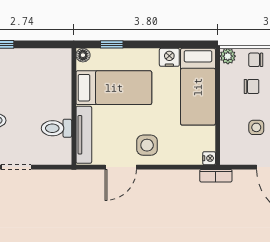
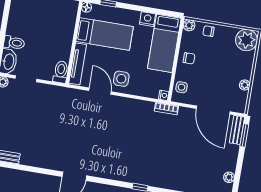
chair: (251, 86) -> (189, 58), moved
side table: (256, 127) -> (182, 87), moved
toilet: (56, 128) -> (61, 72), moved, turned 90
door: (121, 167) -> (100, 91), swing flipped

